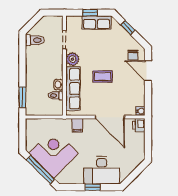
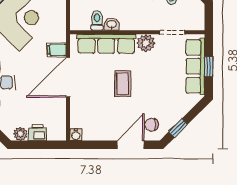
row of seats: (97, 22) -> (195, 66), width x1.48
window: (128, 28) -> (178, 128), moved
door: (110, 117) -> (68, 77), moved
printer: (139, 125) -> (38, 133), moved
plant: (140, 152) -> (20, 134), added

